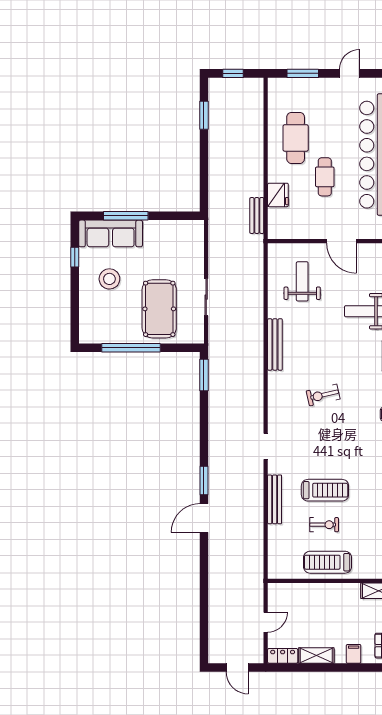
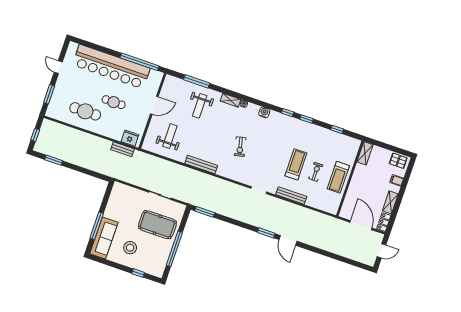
fridge: (278, 195) -> (130, 138), moved
window: (75, 257) -> (138, 273), moved
weight bench: (302, 281) -> (170, 136), turned 90
door: (266, 622) -> (361, 225), width x1.88

